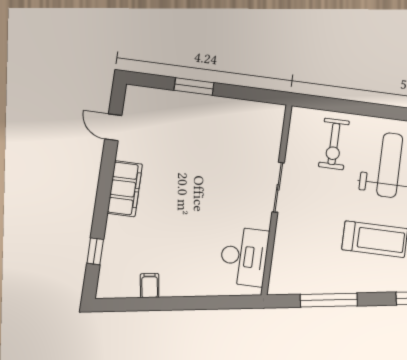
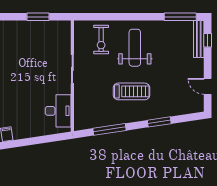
window: (194, 86) -> (38, 17), moved

